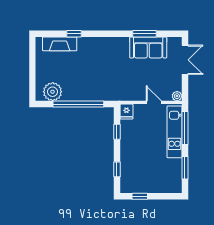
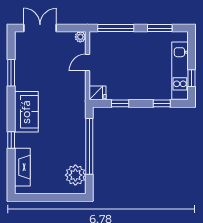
window: (74, 34) -> (11, 140), moved
sofa: (148, 47) -> (26, 112), moved
kitchen unit: (175, 132) -> (180, 71), moved, turned 90

